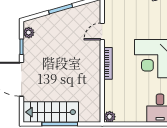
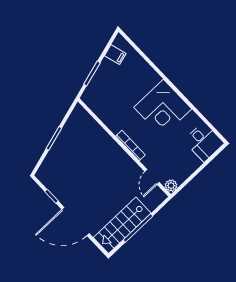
door: (102, 31) -> (152, 177), moved
plant: (29, 33) -> (47, 180), removed

